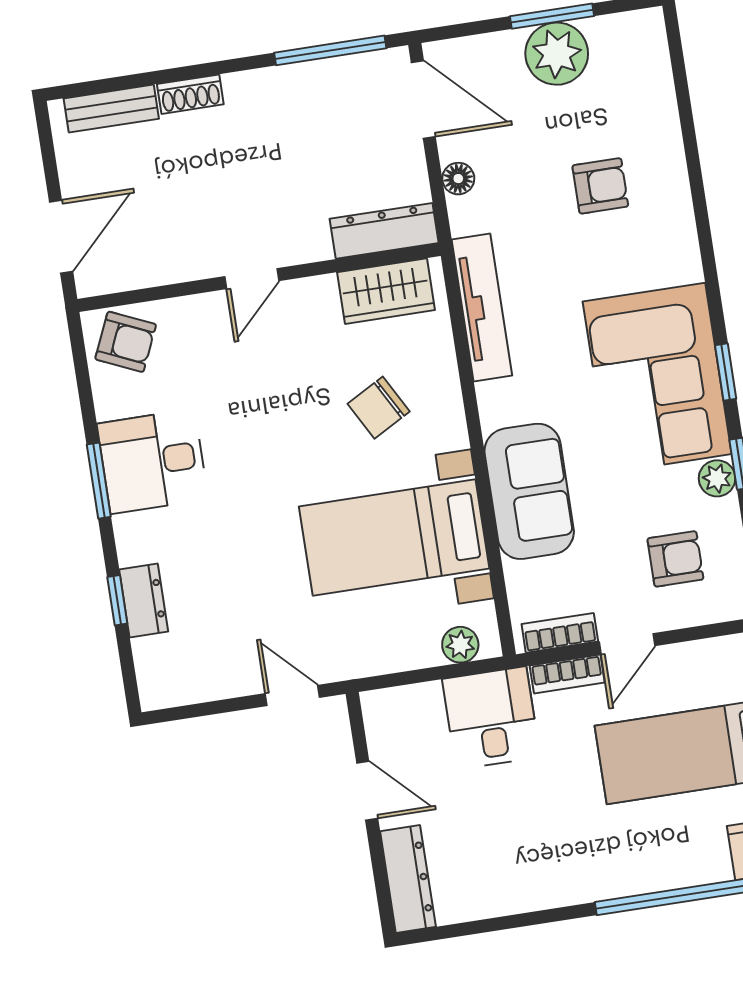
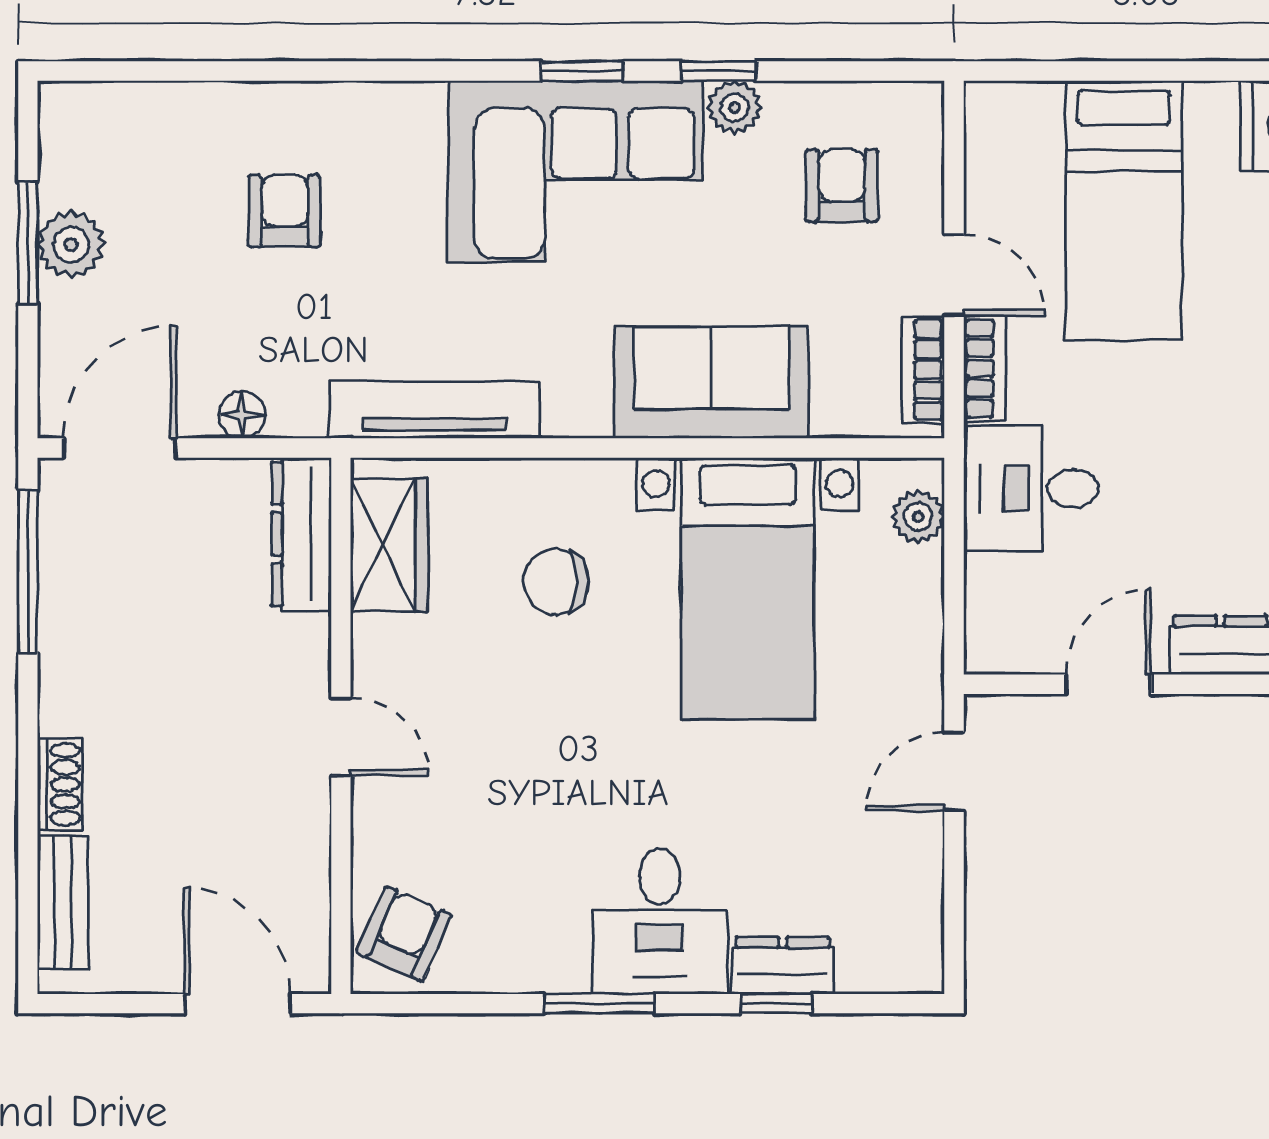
plant: (557, 54) -> (71, 244), width x0.73, depth x0.73
chair: (379, 408) -> (556, 582), turned 119
desk: (153, 461) -> (660, 921), moved

